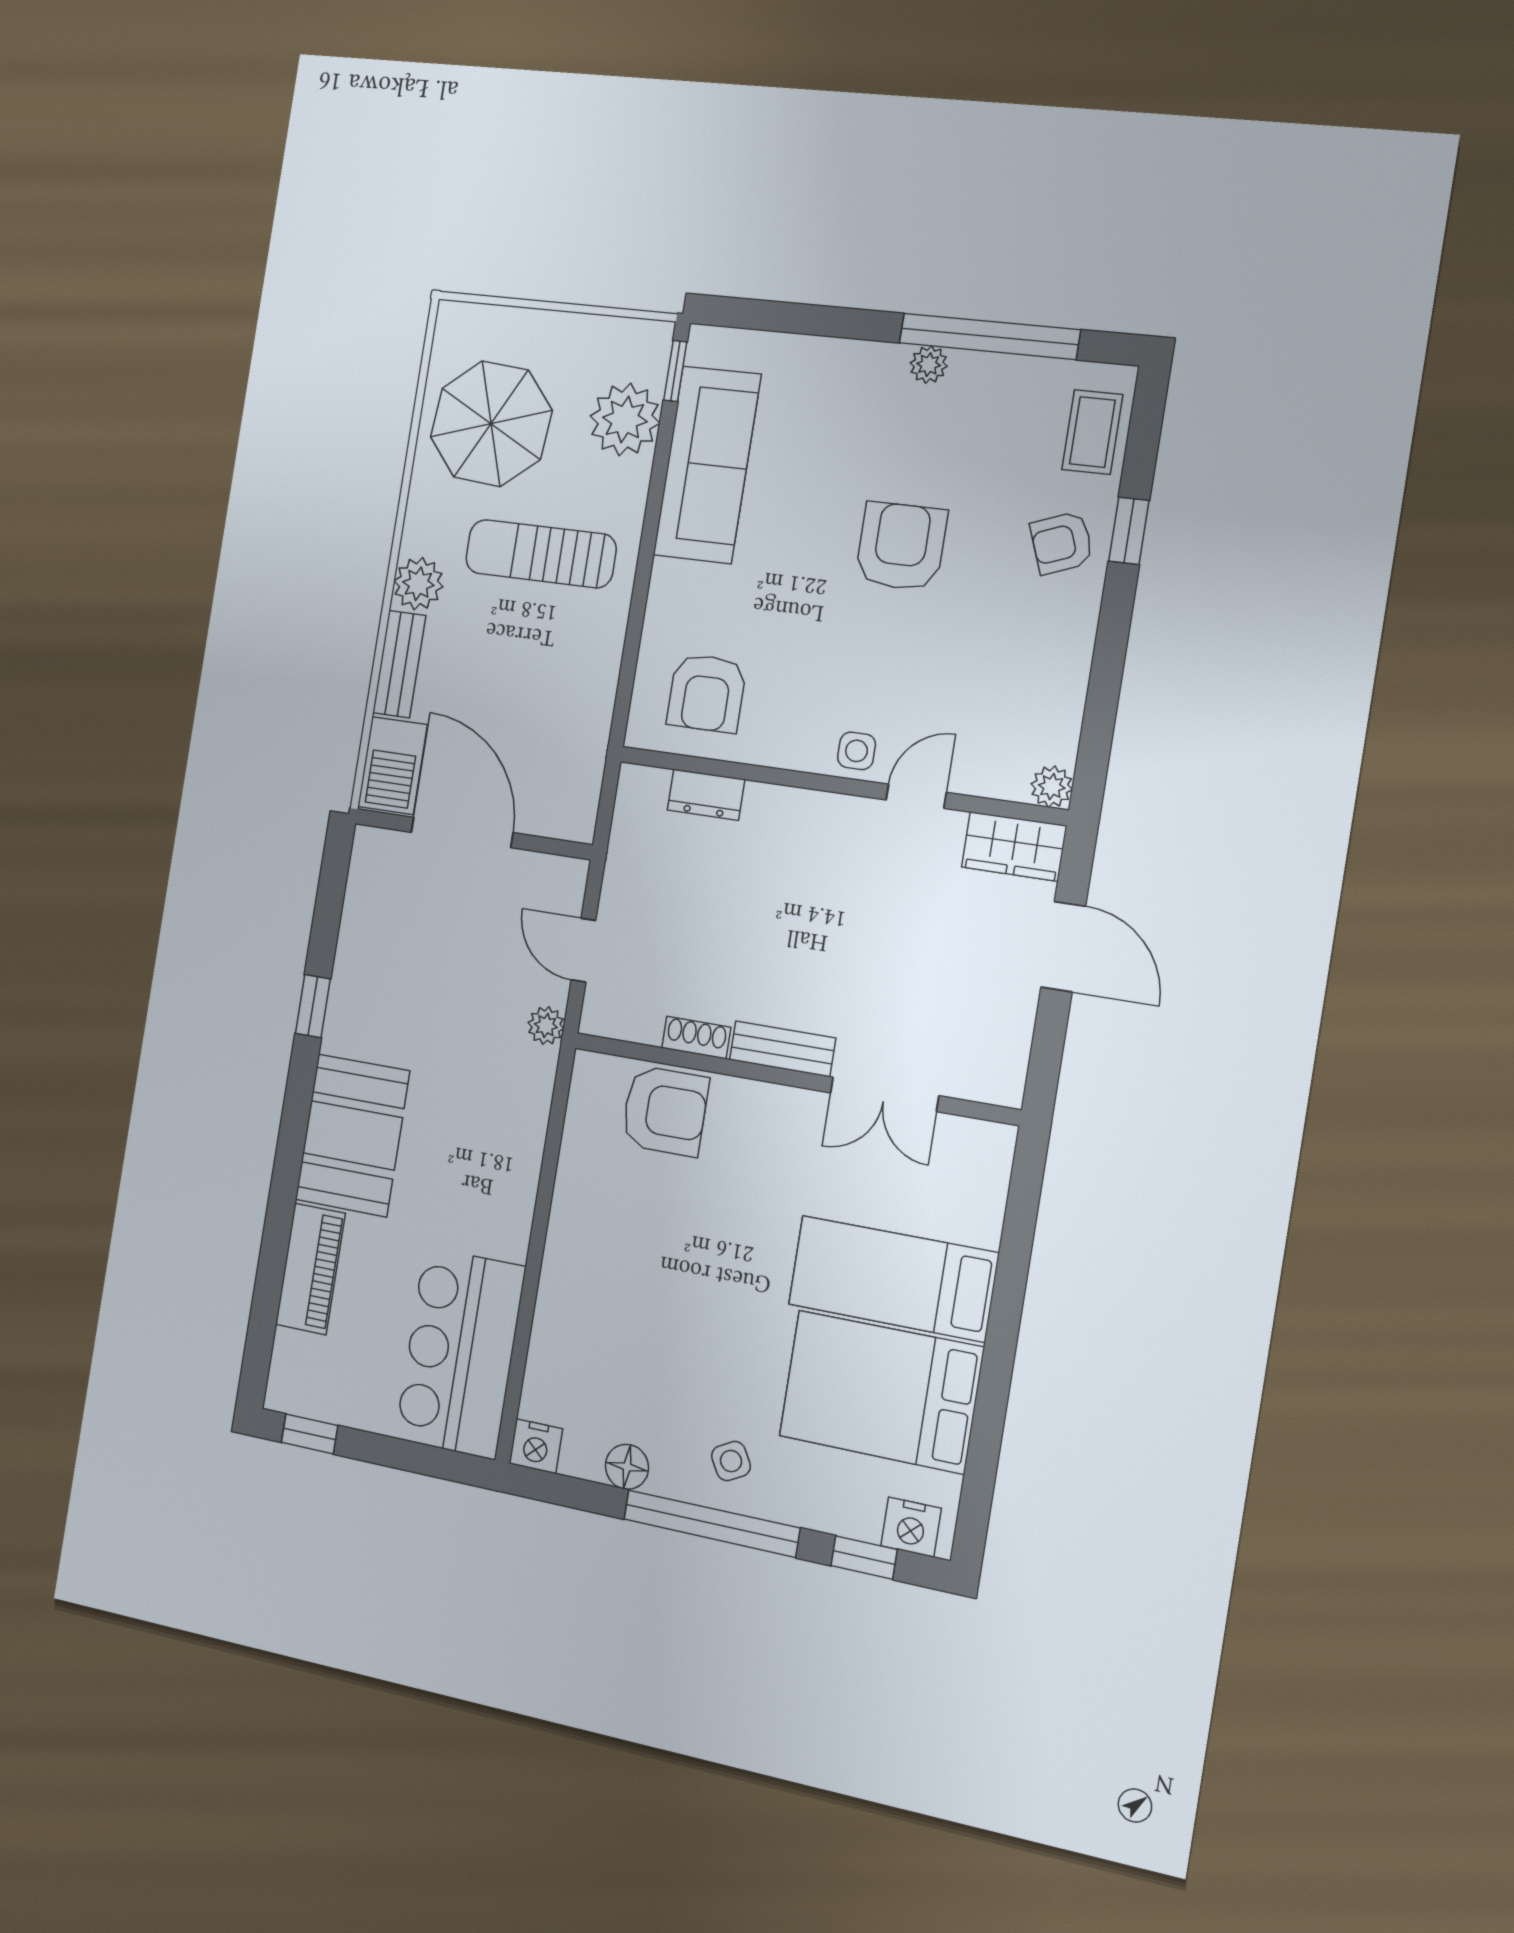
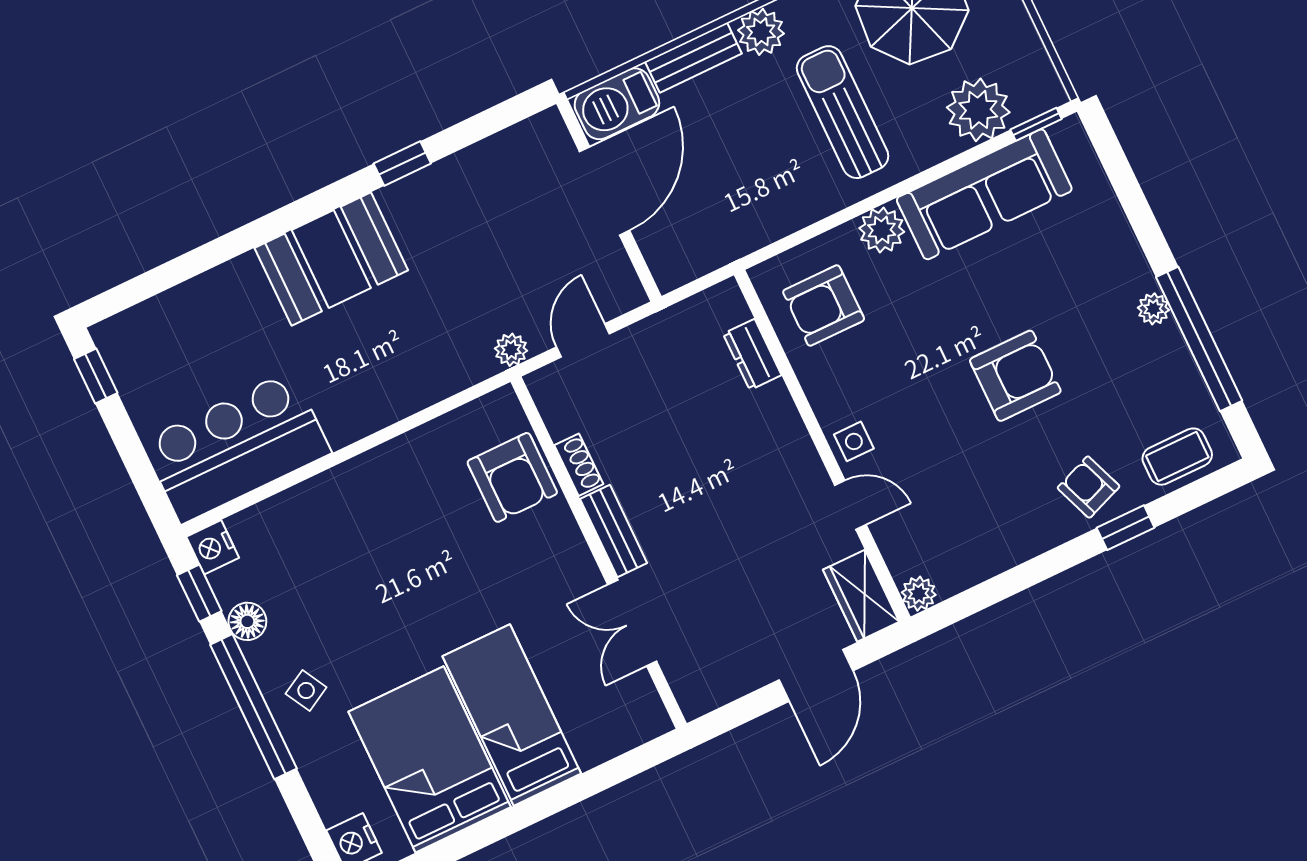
plant: (674, 588) -> (882, 230), added
piano: (310, 1269) -> (213, 294), removed
window: (864, 1557) -> (199, 593), moved

